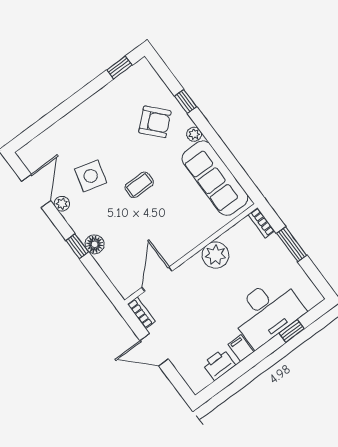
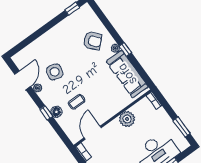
window: (186, 101) -> (125, 49), moved
coffee table: (139, 185) -> (77, 102), moved
window: (292, 244) -> (182, 127), moved

